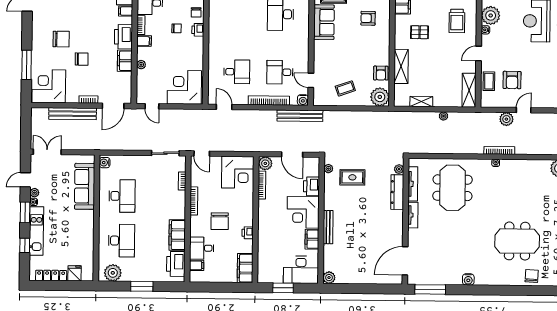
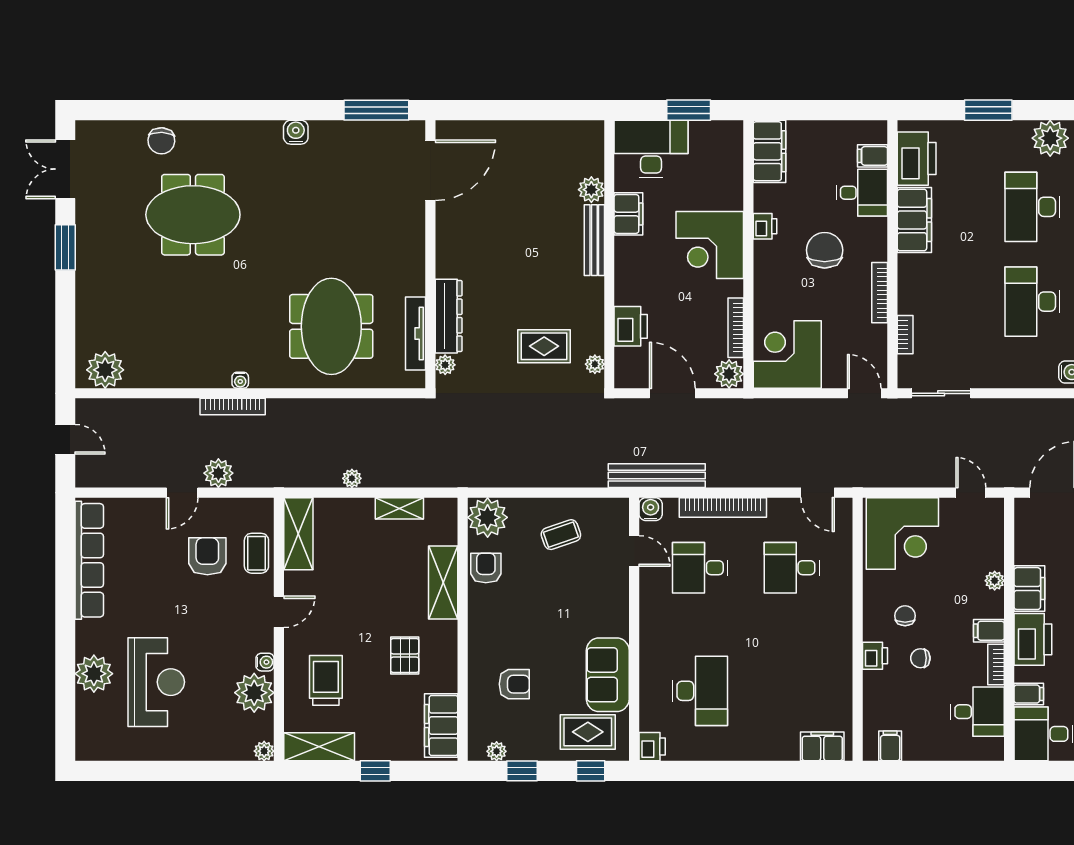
chair: (196, 12) -> (905, 616), moved
pallet: (420, 32) -> (405, 656), turned 90
desk: (280, 72) -> (700, 568), turned 180
corner desk: (303, 212) -> (710, 245), moved, turned 180
tv unit: (413, 215) -> (415, 267), removed
plant: (329, 278) -> (591, 190), moved

